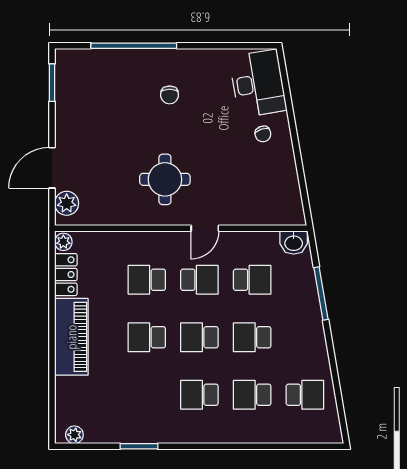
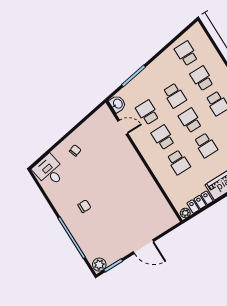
desk: (258, 83) -> (49, 171), width x0.73
door: (52, 168) -> (143, 247), moved
round table: (165, 179) -> (126, 183), removed
plant: (67, 203) -> (99, 265), moved
door: (205, 228) -> (123, 127), moved
school desk: (199, 337) -> (190, 120), turned 180
school desk: (252, 395) -> (202, 78), turned 180

